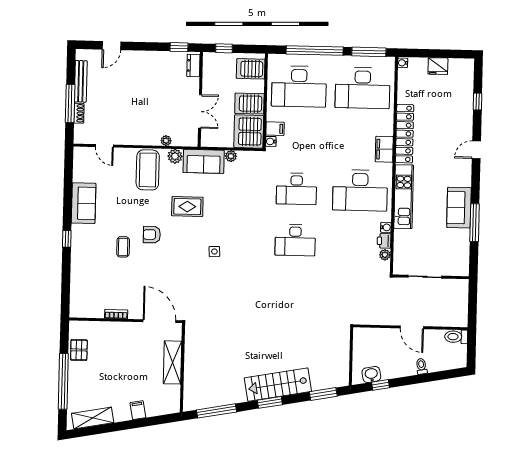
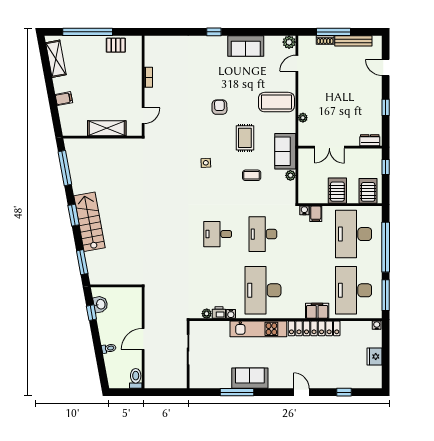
window: (179, 47) -> (386, 107), moved
server rack: (249, 131) -> (313, 191), removed
filing cabinet: (384, 149) -> (317, 311), moved
plant: (175, 156) -> (289, 42), moved
desk: (295, 240) -> (218, 234), width x0.73
coffee table: (123, 247) -> (252, 175), moved
door: (159, 321) -> (143, 116), width x0.53

